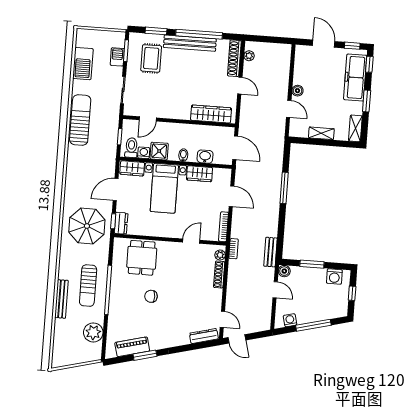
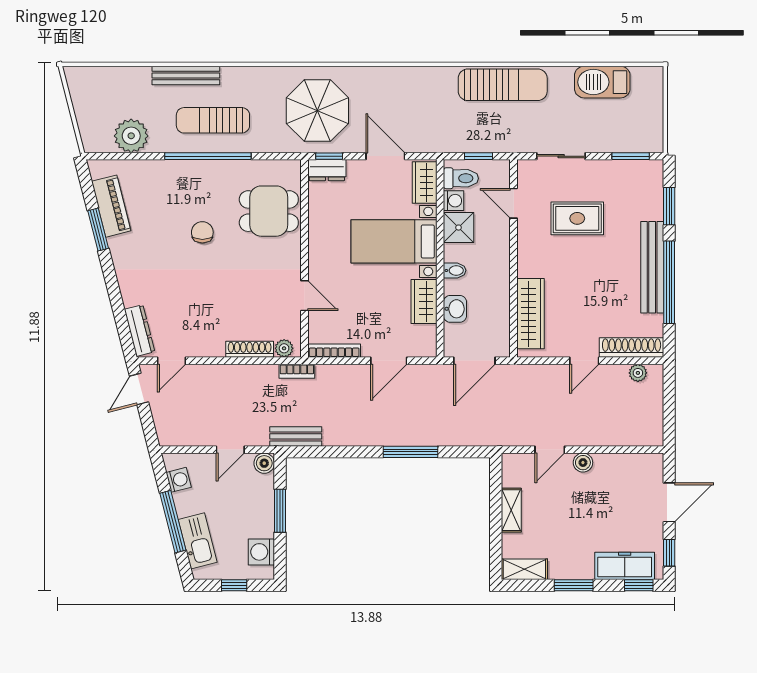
barbecue: (117, 57) -> (618, 141), removed
rug: (151, 58) -> (577, 218), moved
freezer: (355, 77) -> (625, 566), width x0.73, depth x0.79
kitchen sink: (325, 312) -> (198, 541), added

